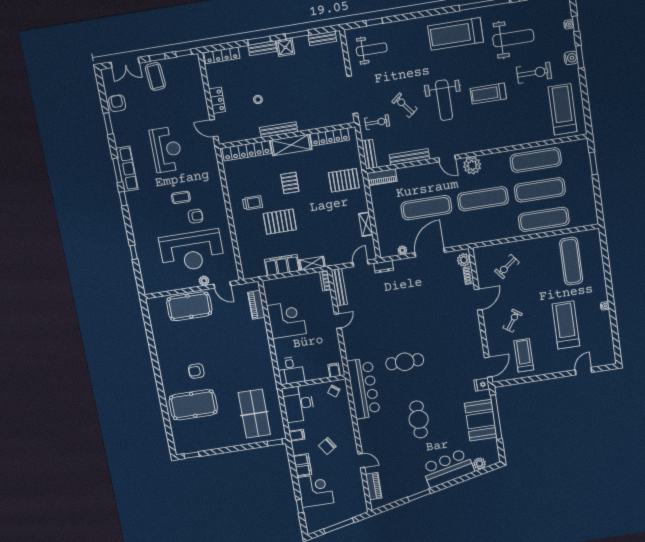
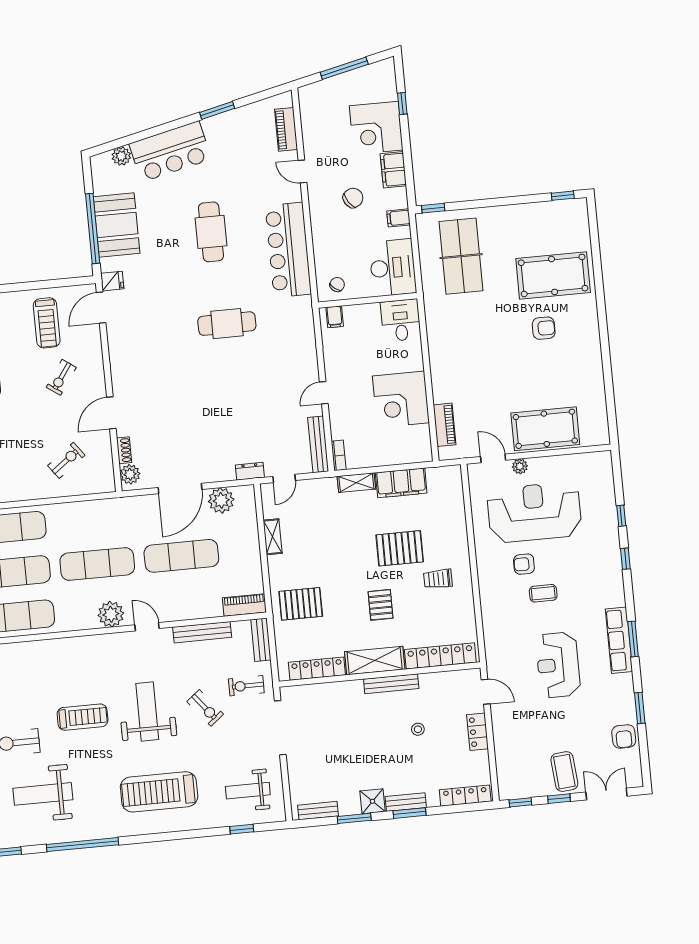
treadmill: (456, 34) -> (159, 792), moved, turned 180
window: (123, 199) -> (625, 559), moved
plant: (402, 250) -> (221, 500), width x1.87, depth x1.87
bar counter: (364, 388) -> (288, 250), moved

